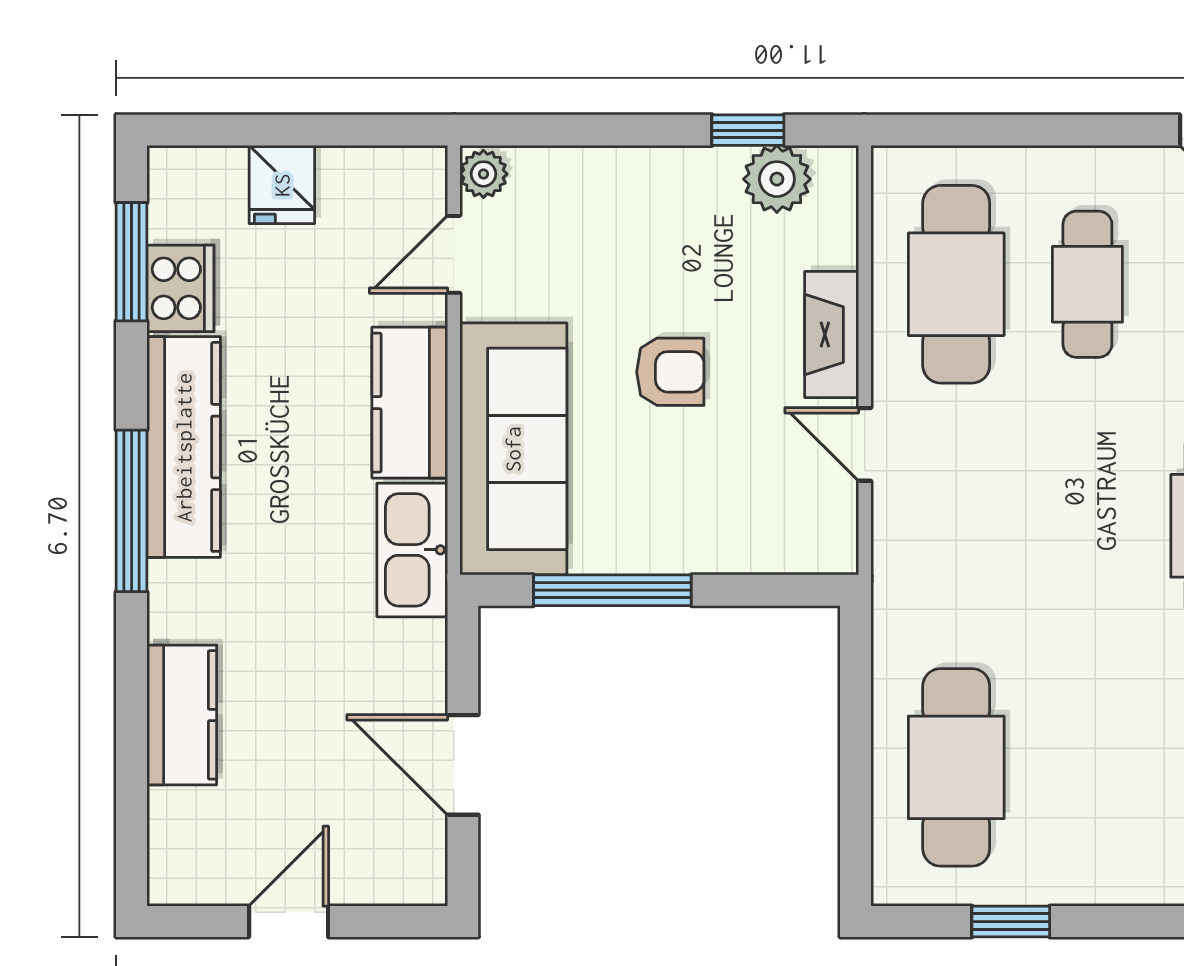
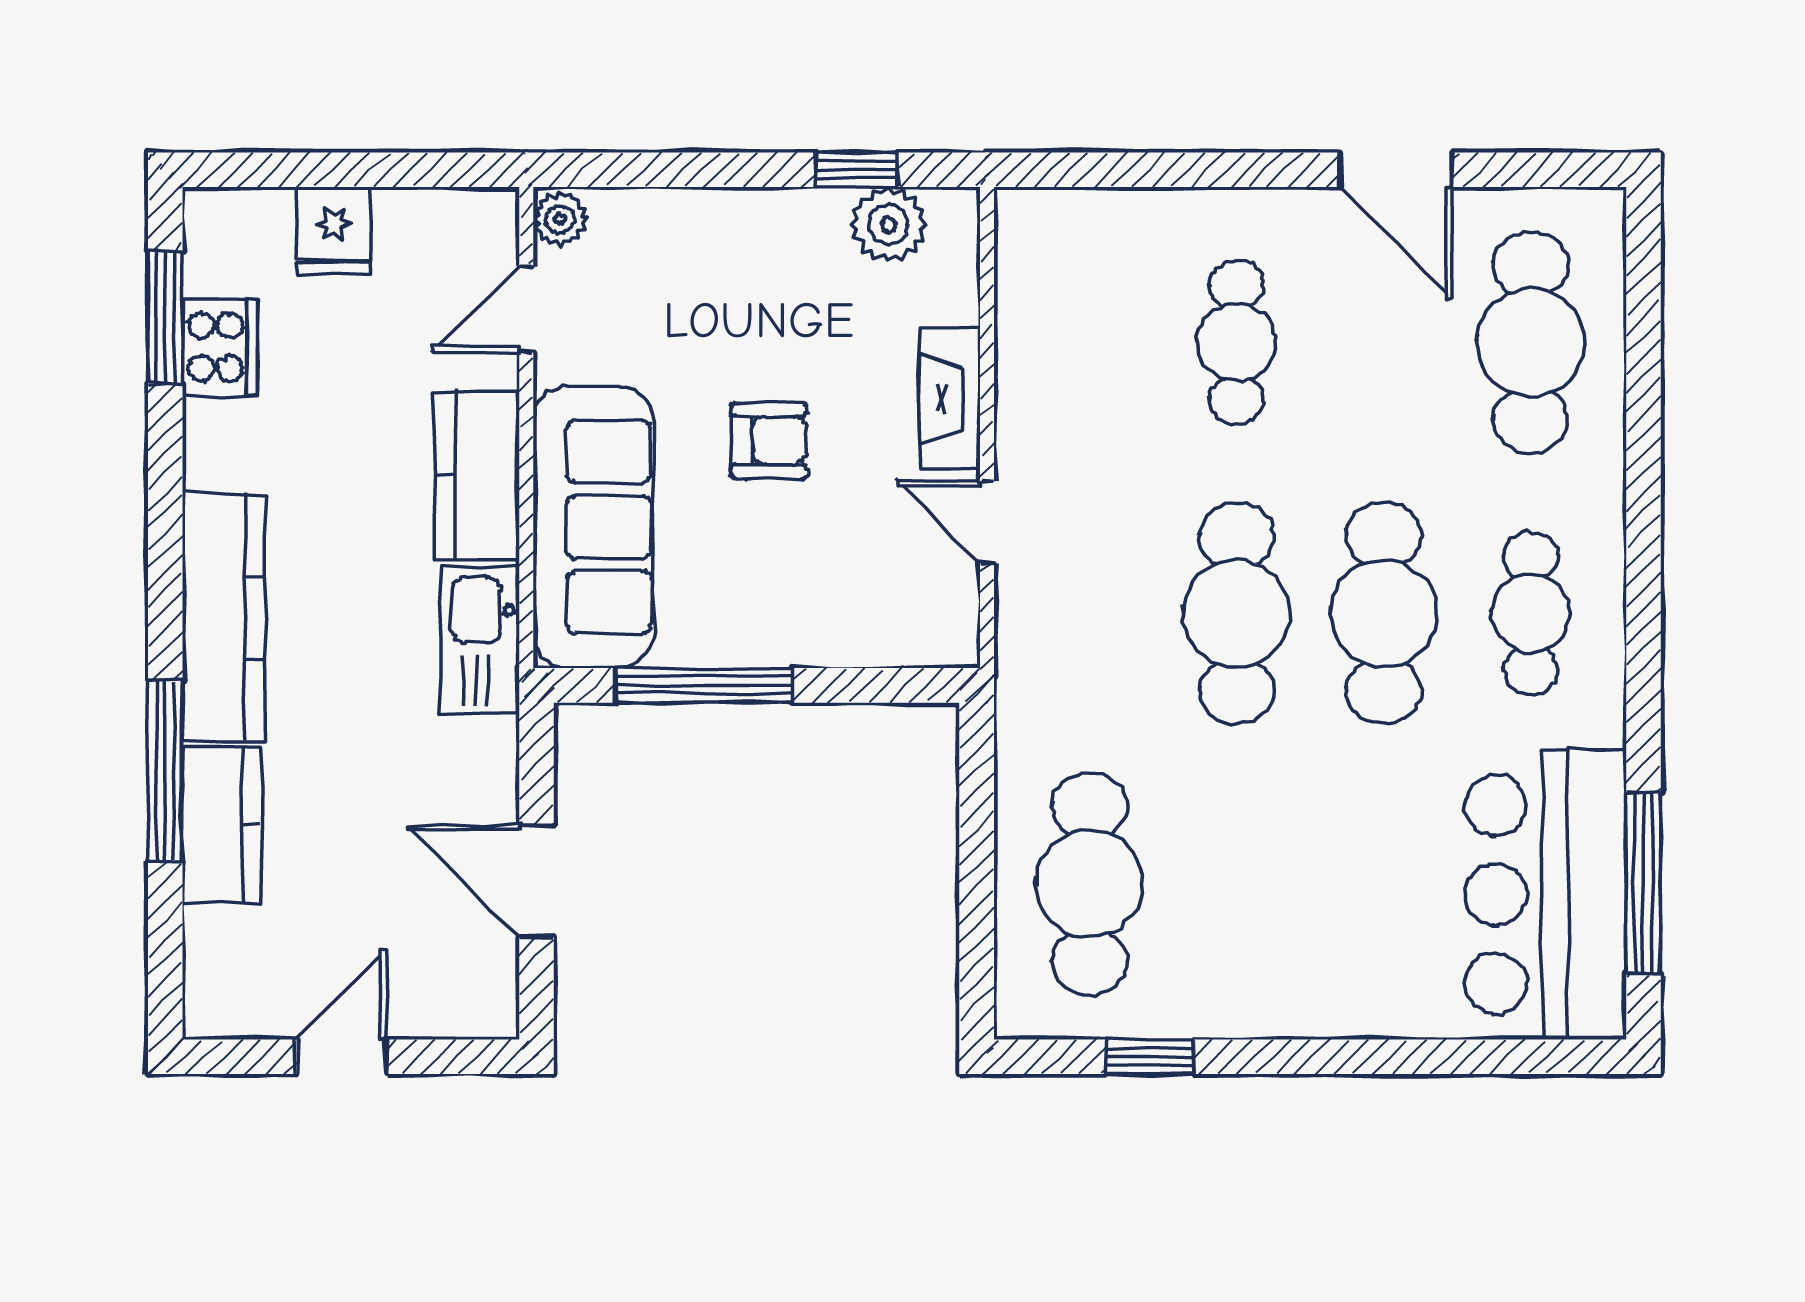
cafe table: (956, 284) -> (1237, 613), moved
kitchen counter: (184, 447) -> (224, 618), moved
window: (132, 511) -> (165, 771), moved

